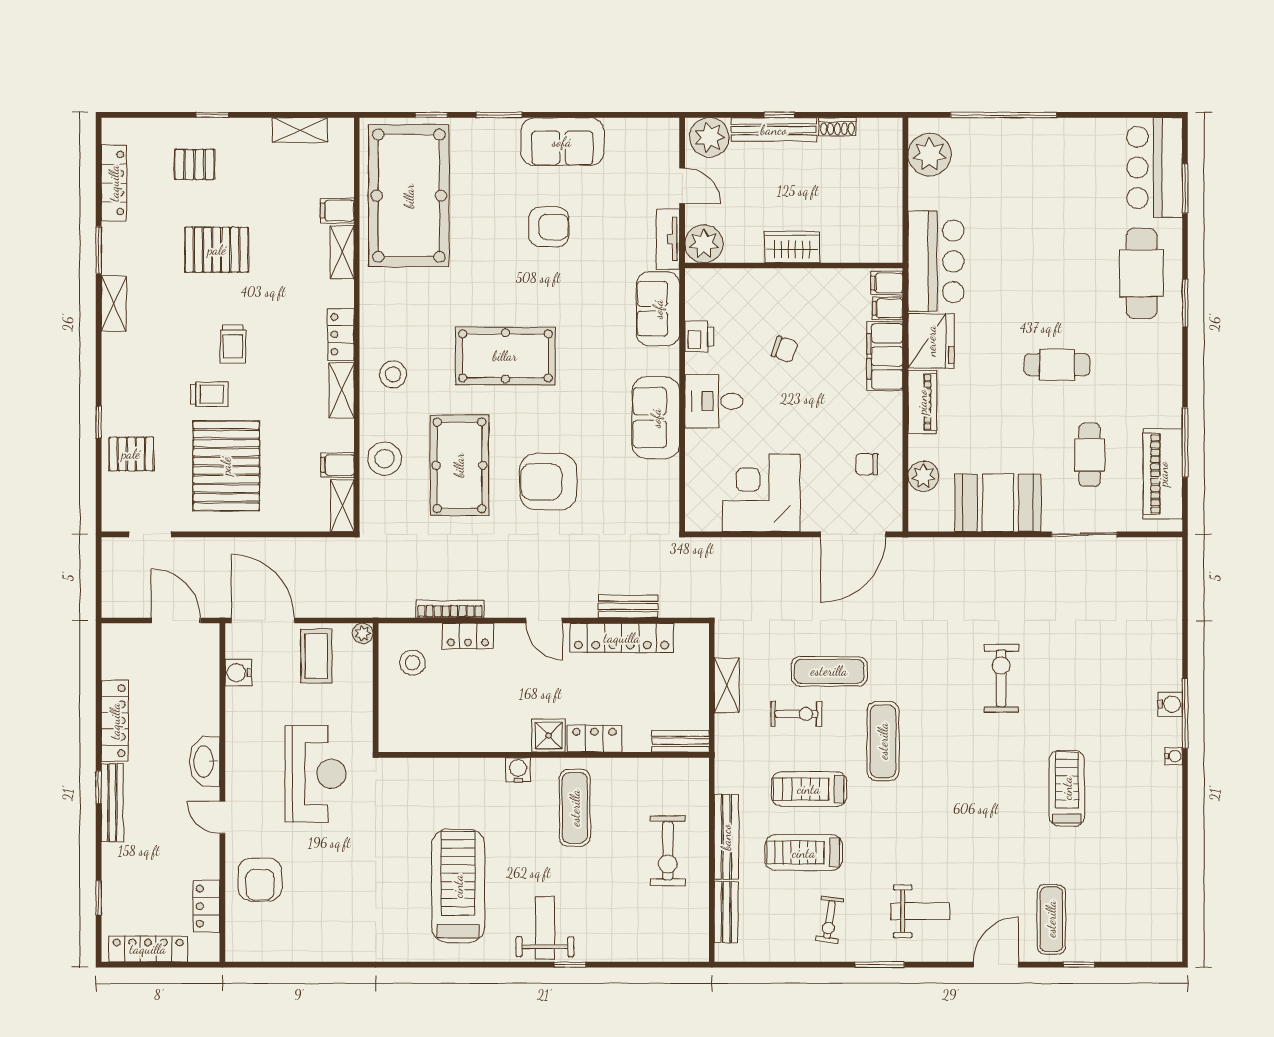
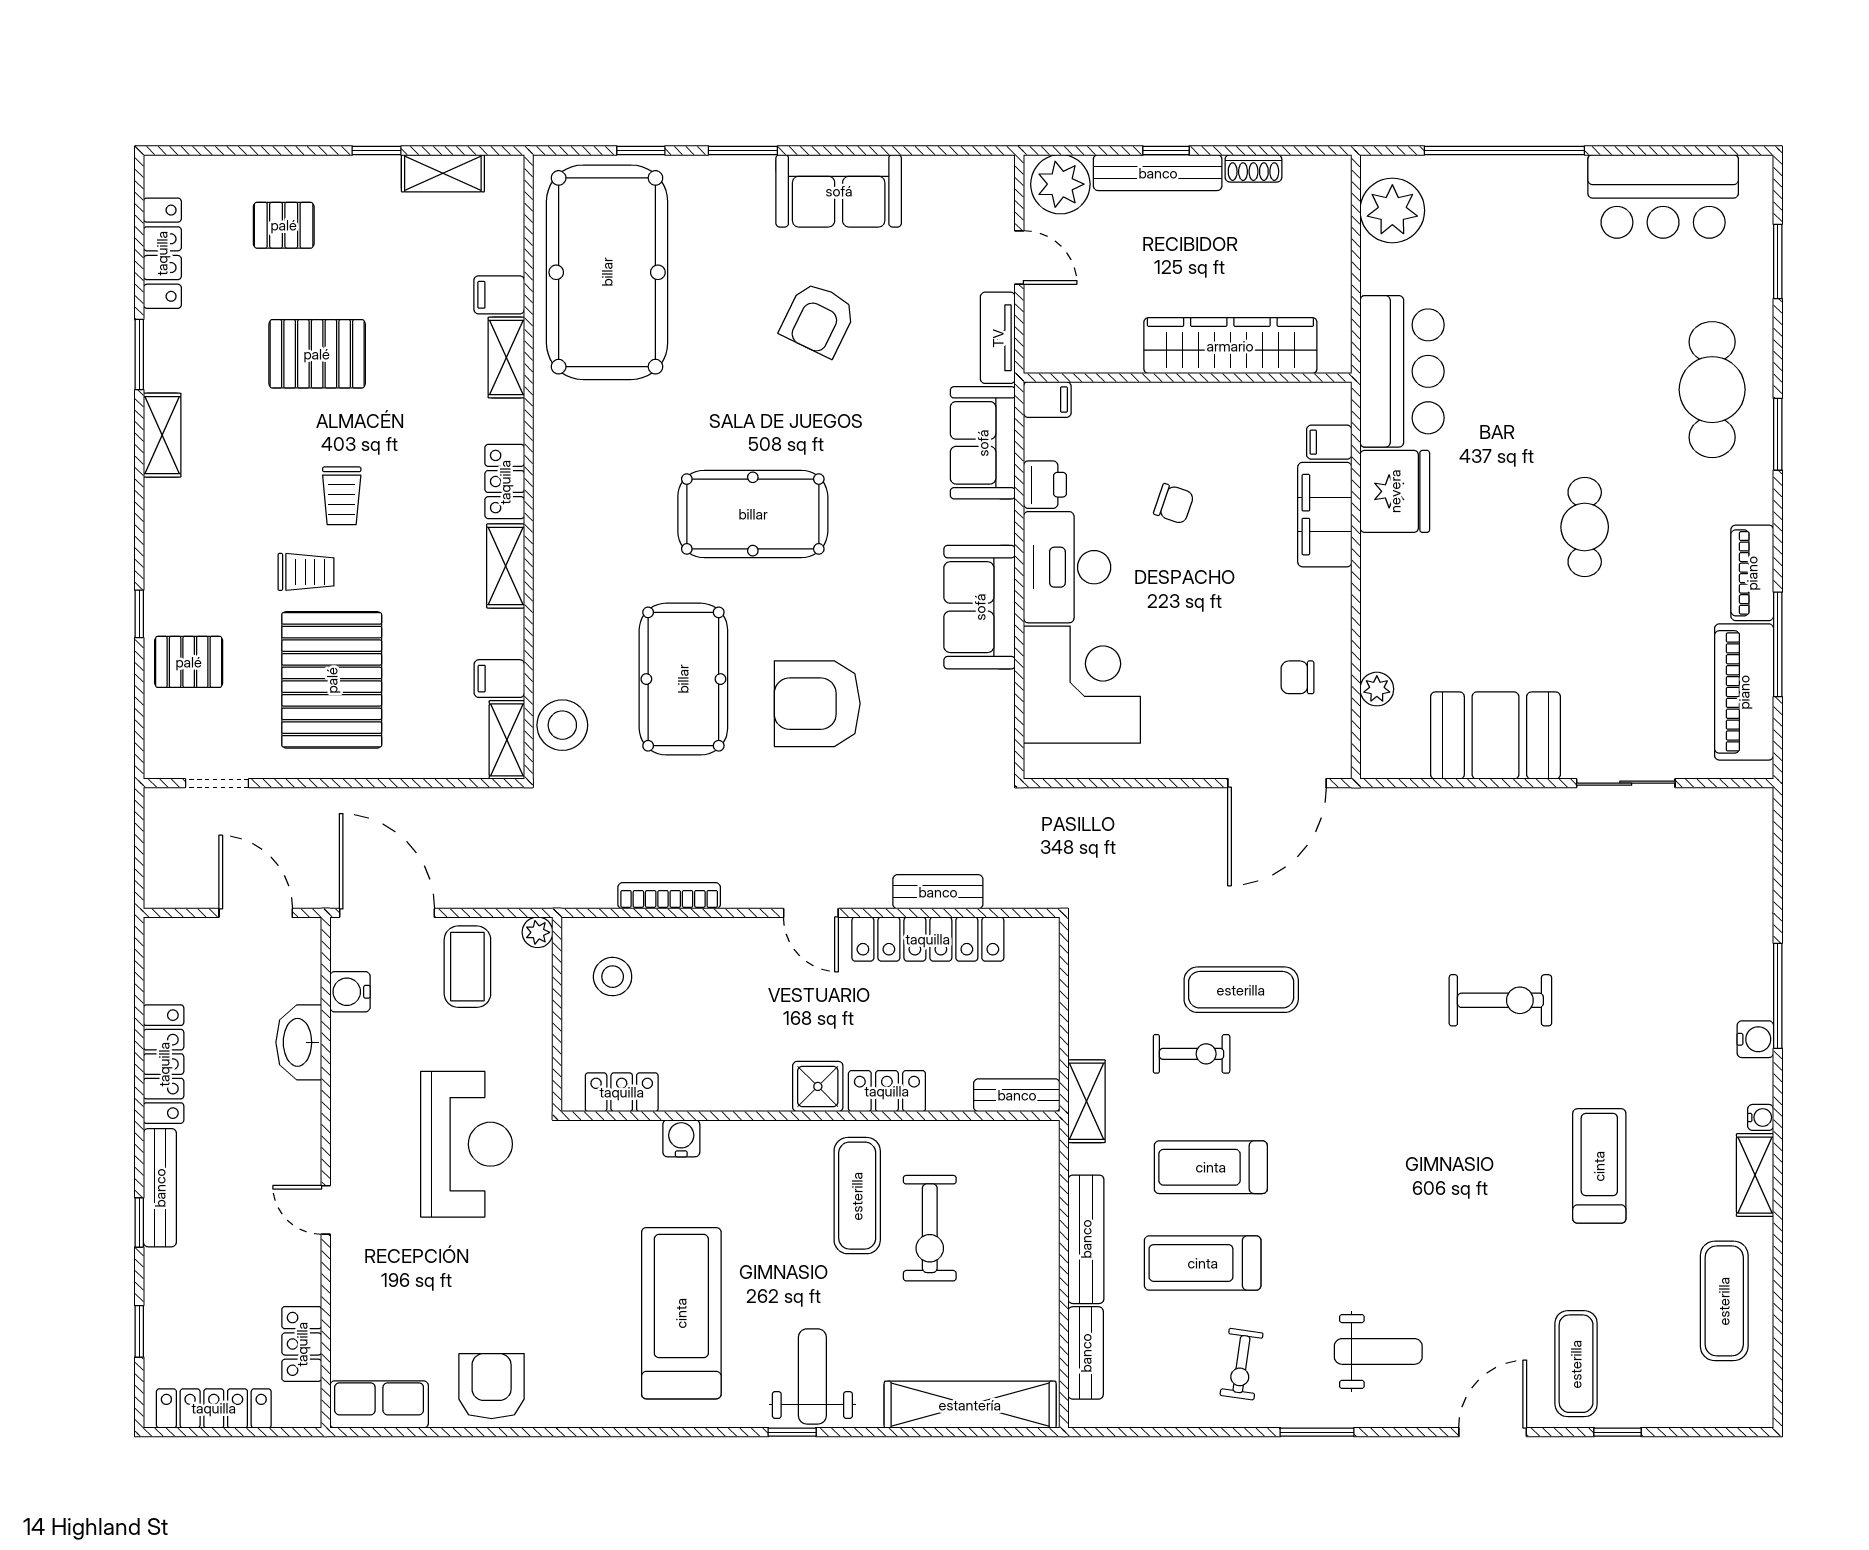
window: (212, 115) -> (377, 150), moved
bar counter: (1155, 167) -> (1663, 196), moved, turned -90
armchair: (549, 227) -> (818, 319), turned 115
plant: (704, 244) -> (1052, 345), removed
wardrobe: (792, 247) -> (1230, 346), width x2.10, depth x1.17
filing cabinet: (887, 283) -> (1047, 400), moved, turned 180
cafe table: (1057, 365) -> (1585, 527), turned 90
stool: (393, 374) -> (583, 542), removed
desk: (714, 401) -> (1067, 567), width x1.37
piano: (922, 402) -> (1752, 573), moved, turned 180
cafe table: (1090, 455) -> (1634, 663), removed
stool: (385, 459) -> (562, 725), moved
plant: (923, 476) -> (1377, 689), width x0.73, depth x0.73
corner desk: (761, 493) -> (1082, 685), moved, turned 90
locker: (468, 636) -> (622, 1092), moved, turned 180
exercise bike: (1001, 678) -> (1500, 1000), turned 90
shelving: (727, 685) -> (1087, 1101), moved
window: (1185, 713) -> (1778, 996), moved
exercise mat: (883, 741) -> (1724, 1301), moved
washbasin: (204, 761) -> (299, 1042), moved
water cooler: (518, 770) -> (681, 1138), moved
window: (99, 787) -> (139, 1222), moved
shelving: (1170, 794) -> (1755, 1175), added
exercise bike: (668, 851) -> (930, 1228), moved
armchair: (260, 880) -> (492, 1386), moved, turned 180
row of seats: (258, 946) -> (379, 1404), added
shelving: (650, 946) -> (970, 1405), added
window: (570, 965) -> (792, 1432), moved

